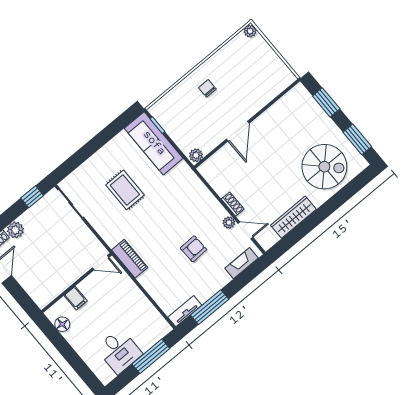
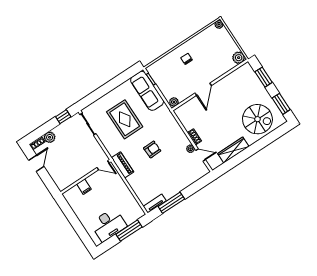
plant: (285, 78) -> (239, 58), added
rug: (125, 190) -> (125, 119), width x1.36, depth x1.43
armchair: (194, 249) -> (152, 149), moved
fireplace: (242, 263) -> (196, 176), removed
floor lamp: (62, 324) -> (73, 203), removed
desk: (119, 351) -> (109, 225), width x1.37

